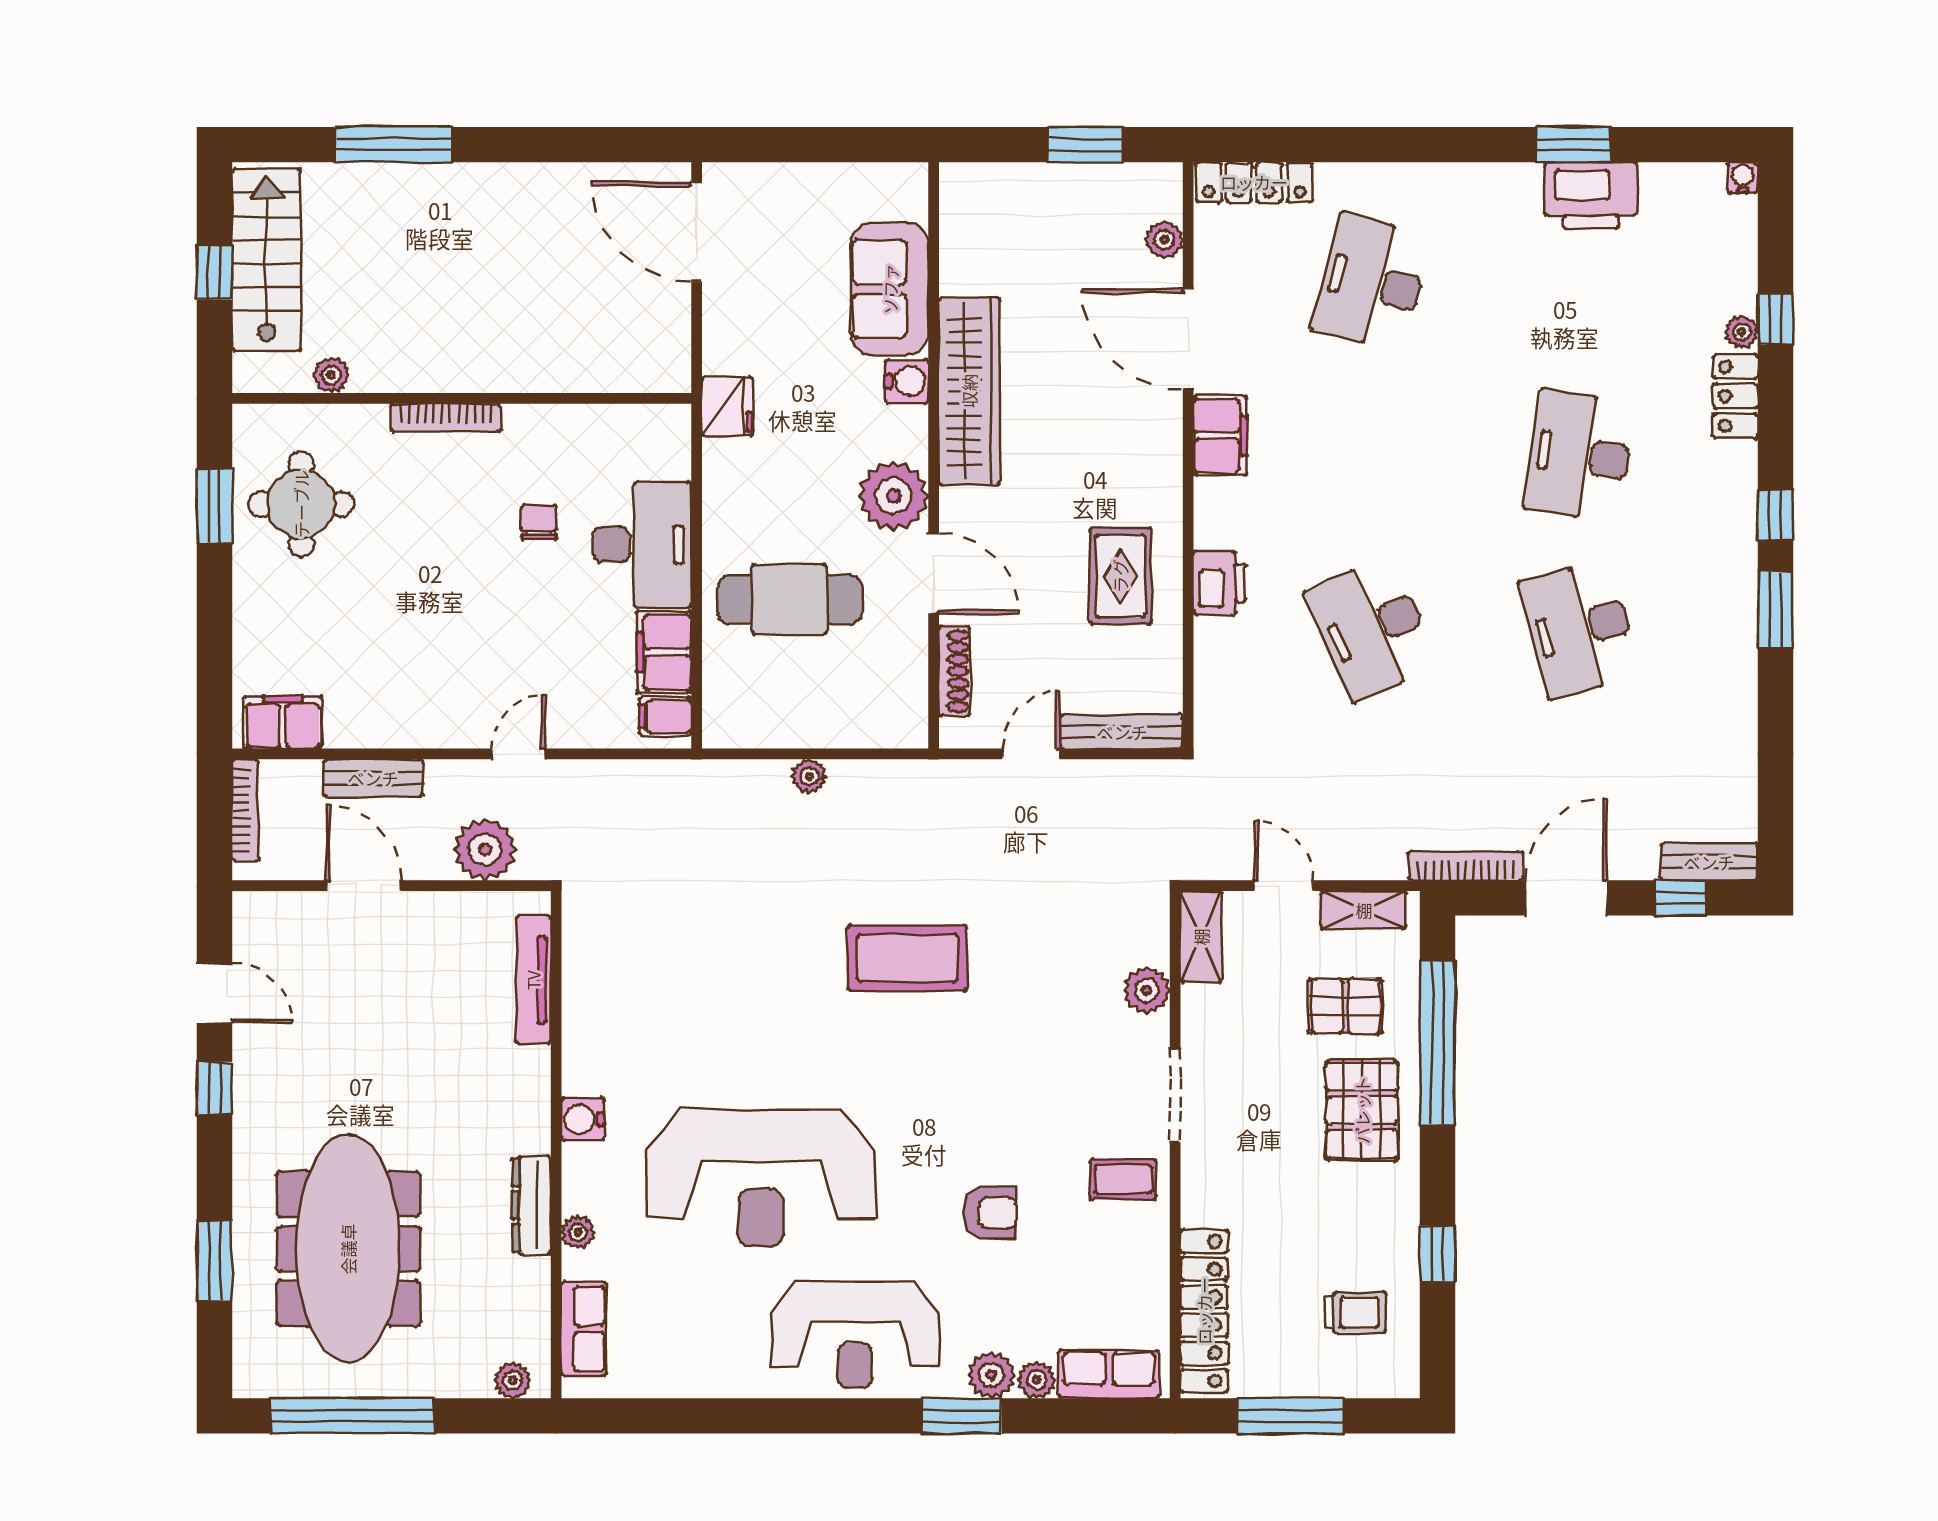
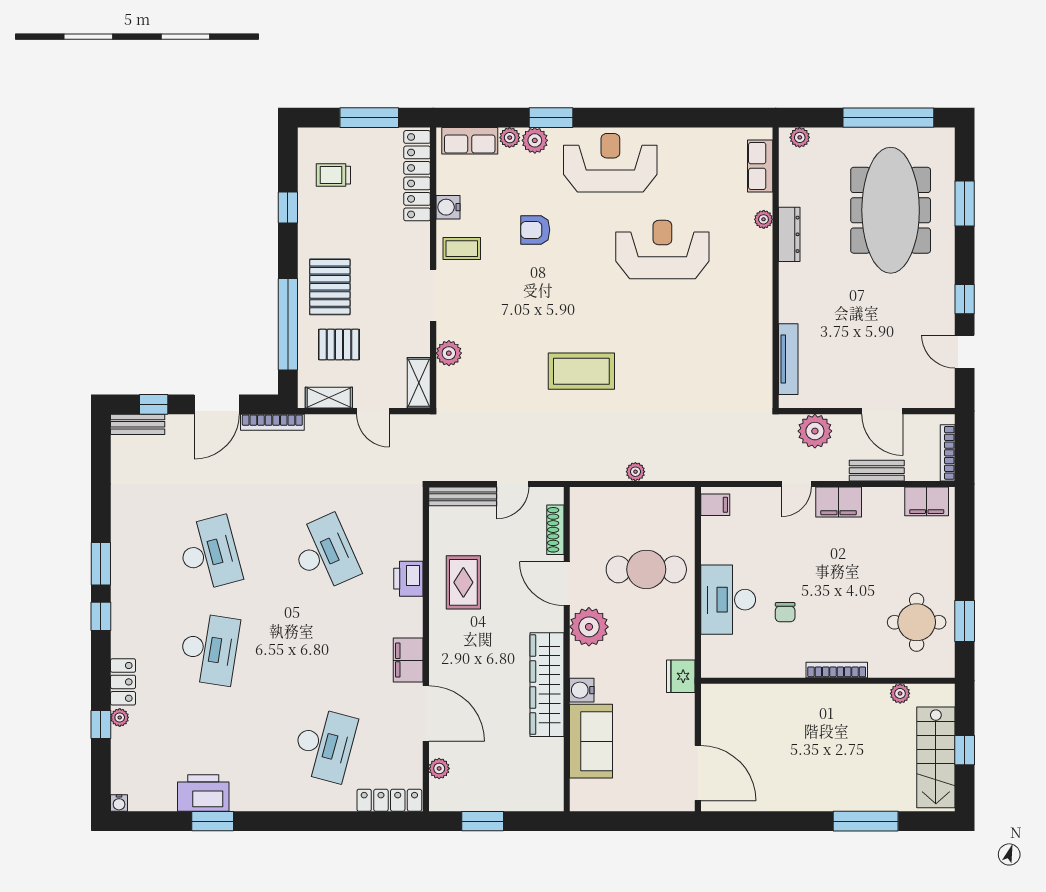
filing cabinet: (664, 652) -> (839, 502), moved, turned 90
water cooler: (583, 1119) -> (448, 207), moved, turned 180
reception desk: (761, 1178) -> (662, 250), width x0.74, depth x0.77

